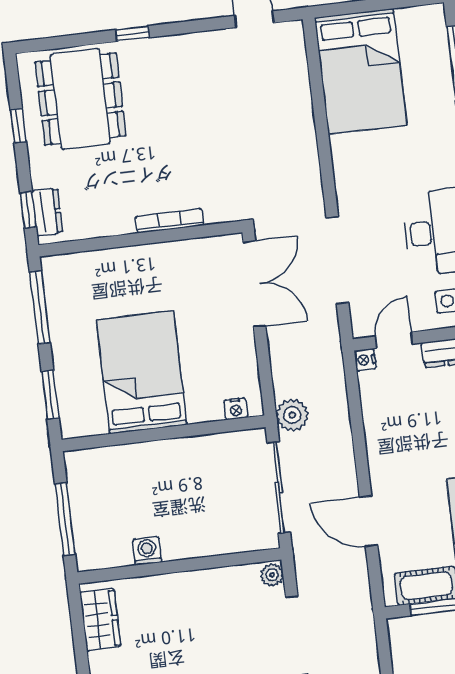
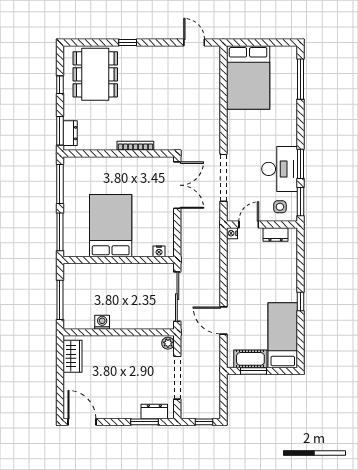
window: (28, 210) -> (60, 131), width x1.50
window: (50, 395) -> (60, 232), width x1.44
plant: (292, 415) -> (189, 258), removed

